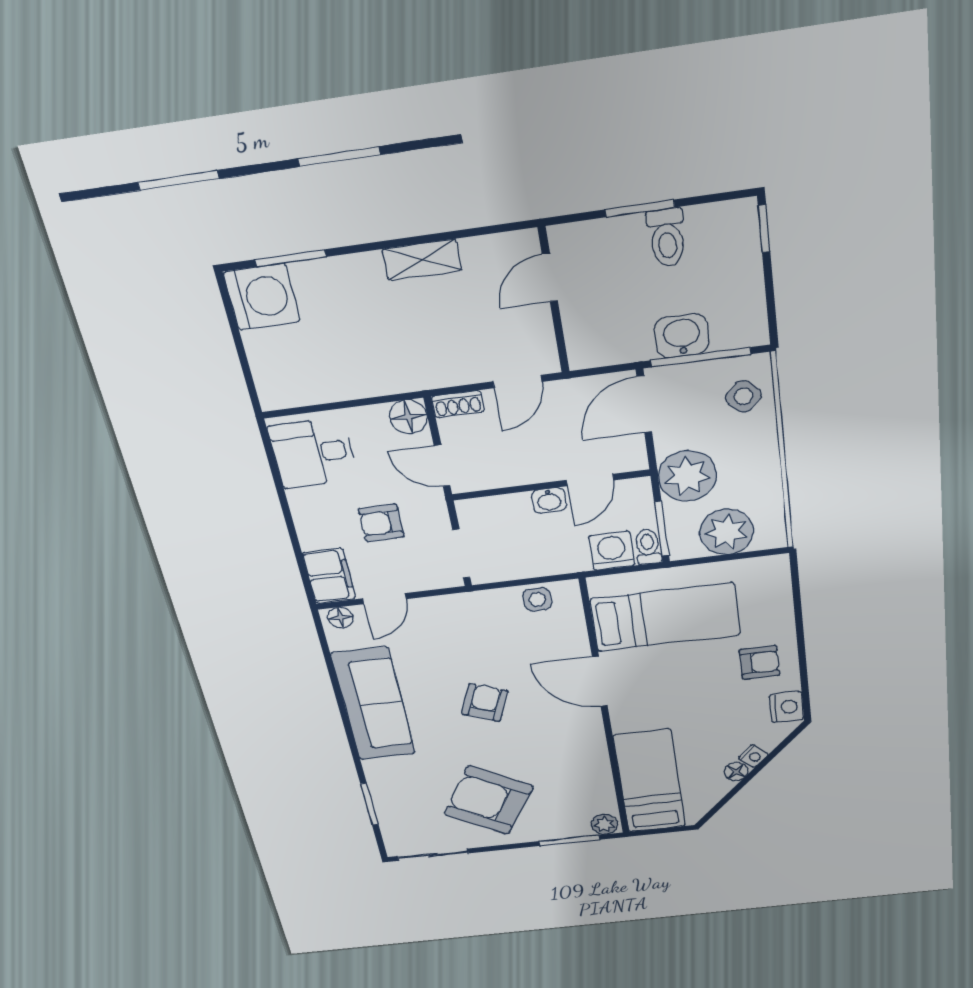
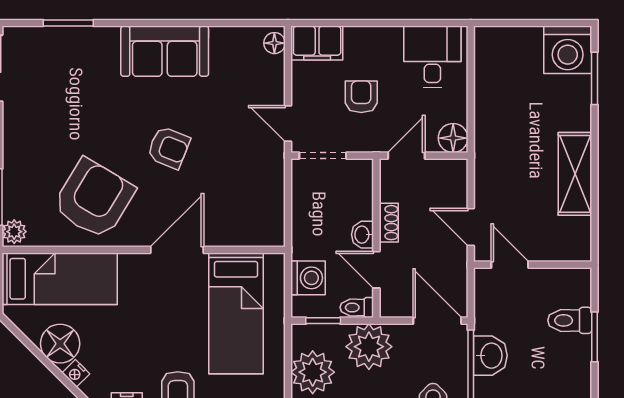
toilet: (667, 238) -> (570, 320), moved
shelving: (422, 260) -> (575, 174), width x1.50, depth x1.33
door: (550, 277) -> (510, 265), moved
shoe rack: (458, 404) -> (389, 223), moved, turned 180
window: (662, 529) -> (323, 321), width x0.67
toilet: (648, 547) -> (357, 307), moved, turned 180
door: (384, 599) -> (288, 123), moved
side table: (537, 599) -> (269, 210), removed
sofa: (374, 704) -> (165, 51), width x0.73
floor lamp: (736, 772) -> (60, 344), width x1.89, depth x1.89
armchair: (488, 800) -> (94, 199), moved

